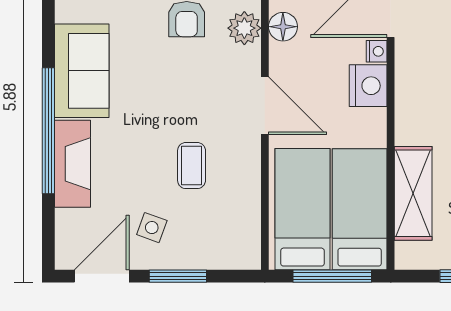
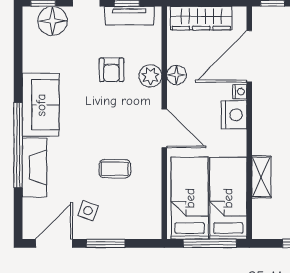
coffee table: (192, 166) -> (115, 169), turned 90
shelving: (413, 193) -> (261, 177), width x0.67, depth x0.75

